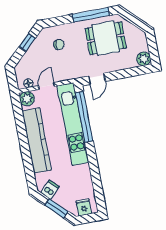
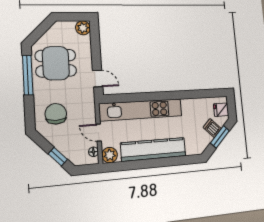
dining table: (106, 38) -> (56, 63), turned 90
window: (27, 42) -> (58, 157), moved
chair: (59, 45) -> (56, 114), width x1.87, depth x1.87
window: (84, 117) -> (135, 97), removed
dishwasher: (50, 190) -> (212, 128), moved

